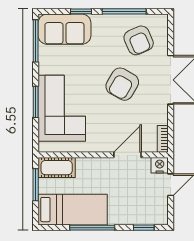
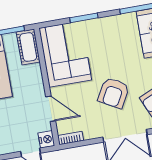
armchair: (122, 84) -> (114, 93), turned -91
corner sofa: (62, 108) -> (65, 54), moved, turned -90

